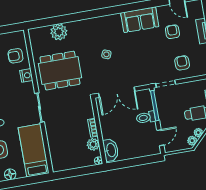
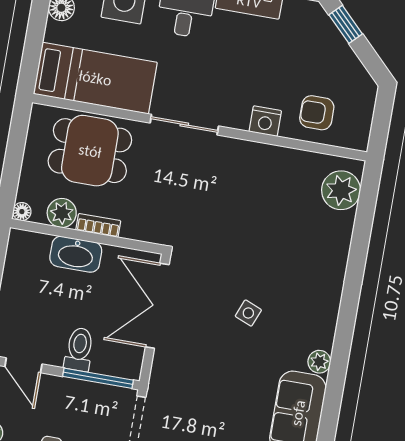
plant: (116, 19) -> (319, 362), added
plant: (59, 32) -> (341, 190), moved
armchair: (15, 56) -> (317, 113), turned -90
dining table: (60, 71) -> (90, 151), moved, width x0.73
washbasin: (111, 150) -> (76, 254), moved

